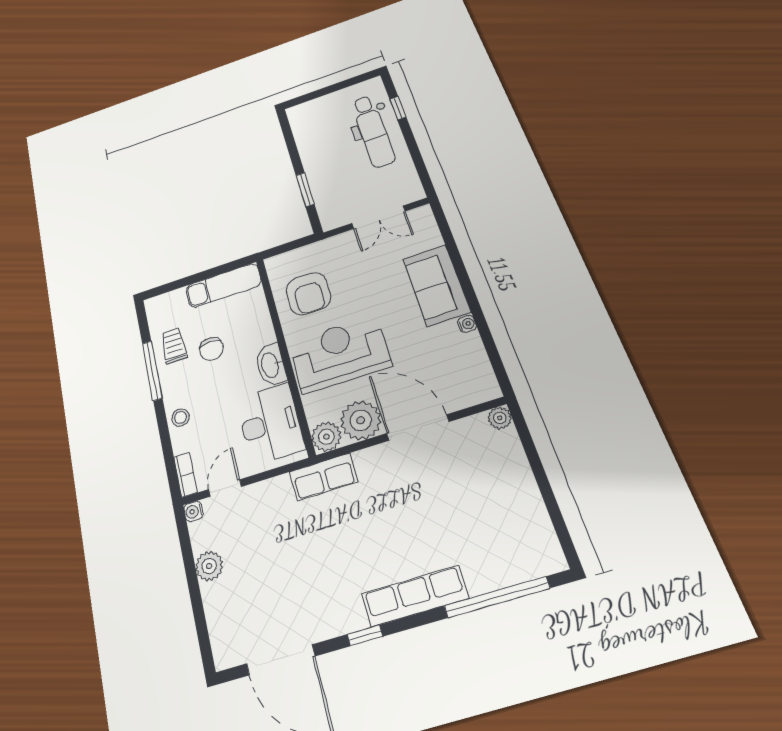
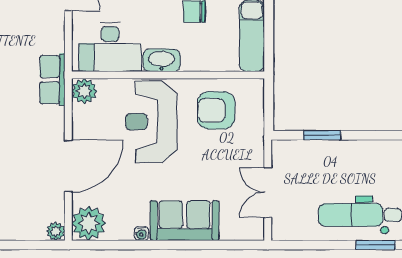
window: (398, 108) -> (376, 245), width x1.50
reception desk: (340, 354) -> (151, 122), turned 180
plant: (361, 420) -> (89, 223), moved

